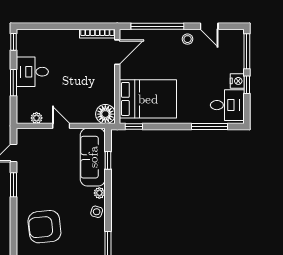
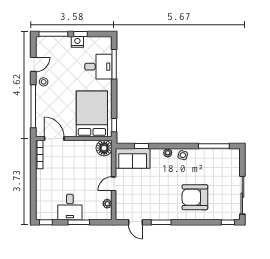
desk: (227, 105) -> (98, 67), moved, turned 90
sofa: (93, 157) -> (133, 158), width x0.73
armchair: (44, 227) -> (195, 197), turned 96

